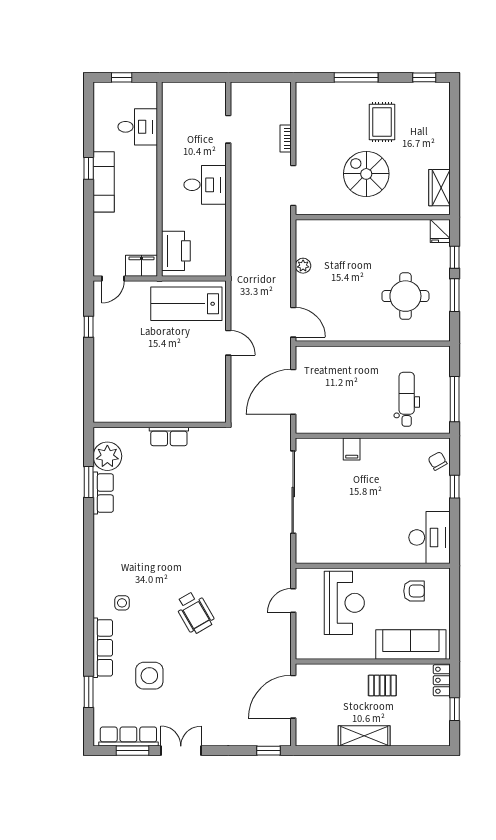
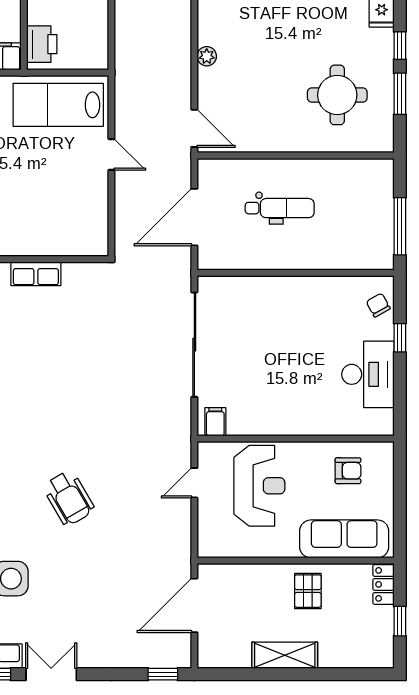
printer: (176, 251) -> (42, 44), width x0.73, depth x0.84
dental chair: (407, 399) -> (280, 208), moved, turned 90
filing cabinet: (352, 449) -> (215, 422), moved, turned 180
desk: (430, 537) -> (368, 374), moved
pallet: (382, 685) -> (308, 591), turned 90

